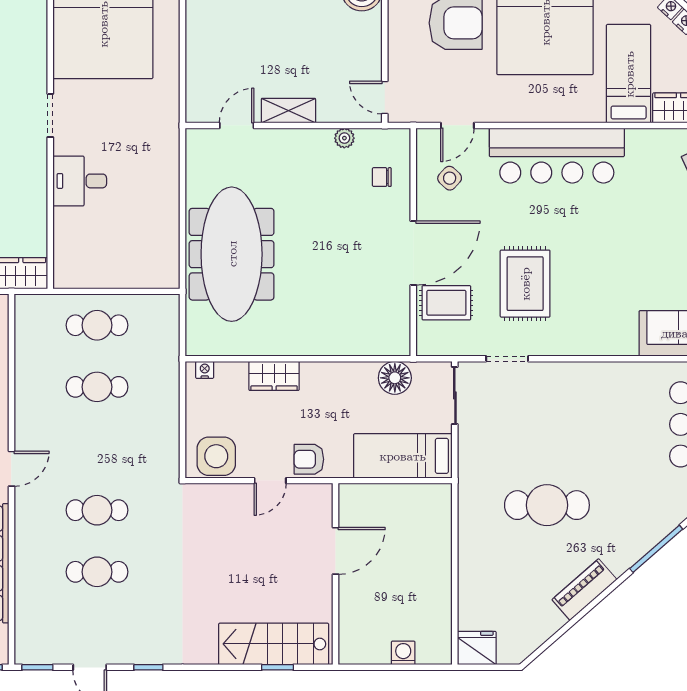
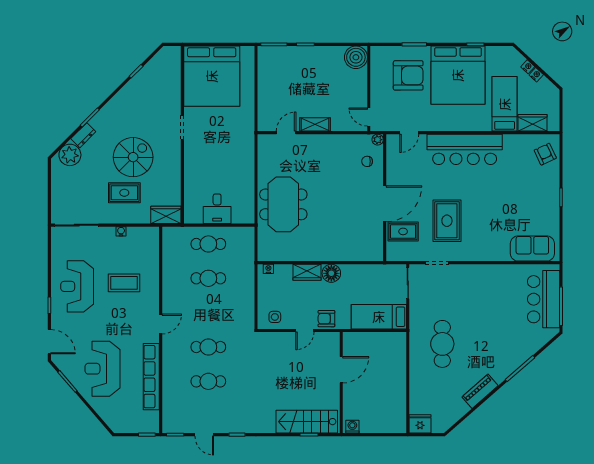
plant: (344, 138) -> (378, 140), moved
side table: (450, 178) -> (405, 162), removed
desk: (80, 181) -> (217, 209), moved, turned -90
meeting table: (232, 254) -> (283, 204), width x0.73
floor lamp: (395, 378) -> (331, 273), moved
side table: (216, 456) -> (275, 317), width x0.54, depth x0.54
cafe table: (547, 505) -> (442, 344), moved, turned 90
washing machine: (403, 653) -> (352, 427), moved

